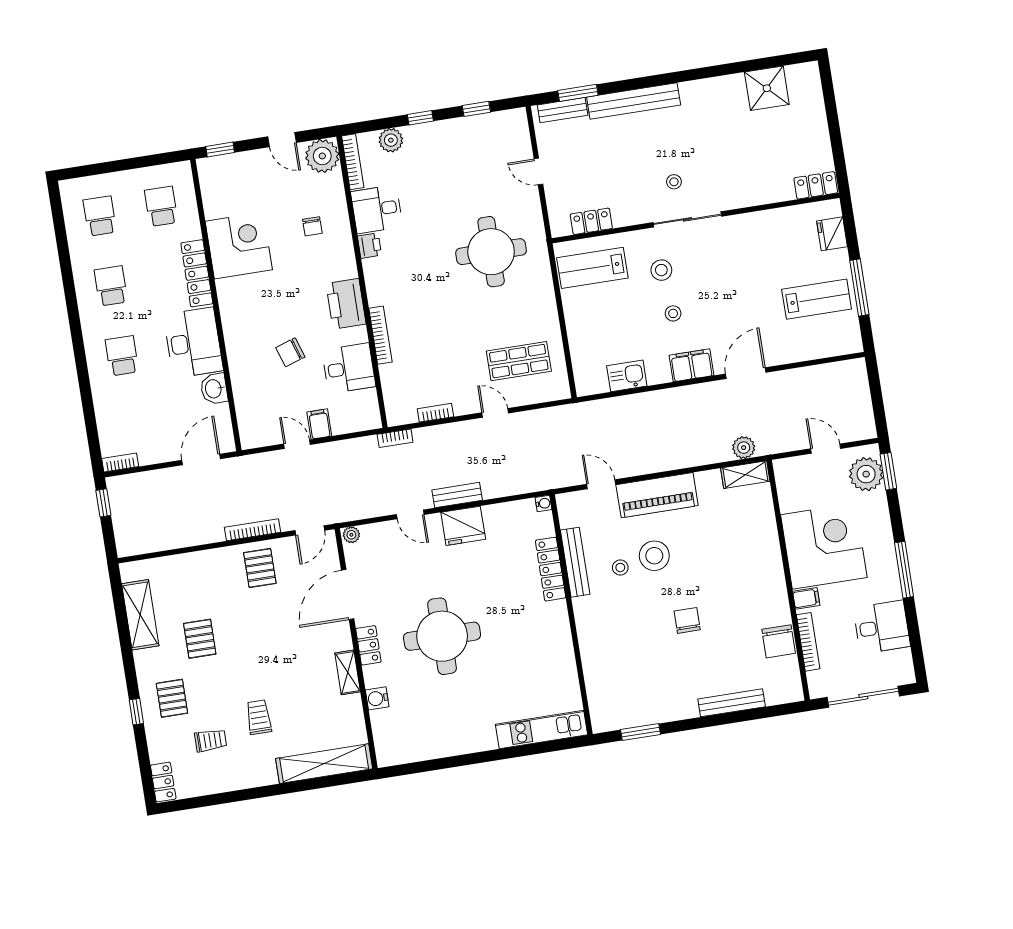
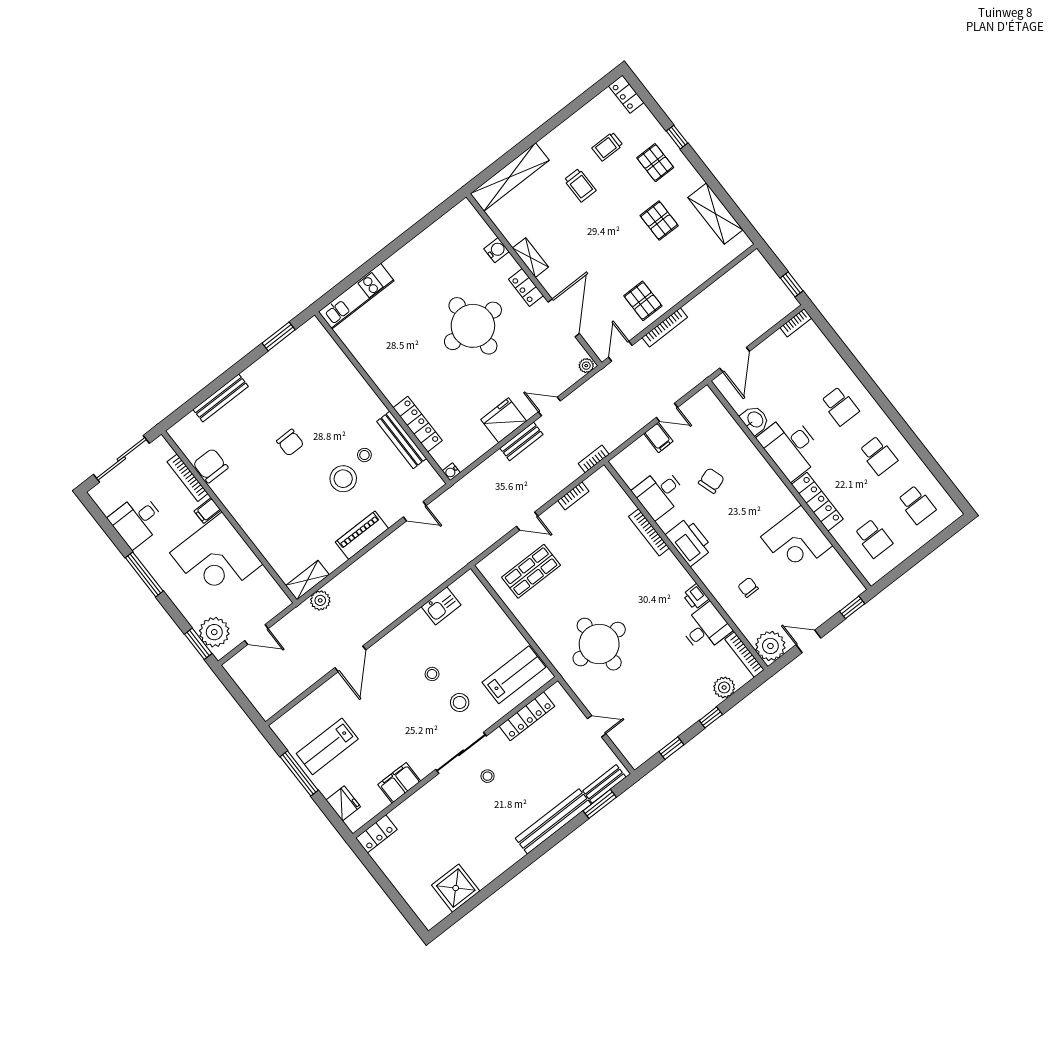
locker: (591, 221) -> (527, 716), width x1.53
filing cabinet: (691, 365) -> (399, 783), moved, turned 180
piano: (657, 495) -> (362, 535), width x0.73, depth x0.75

